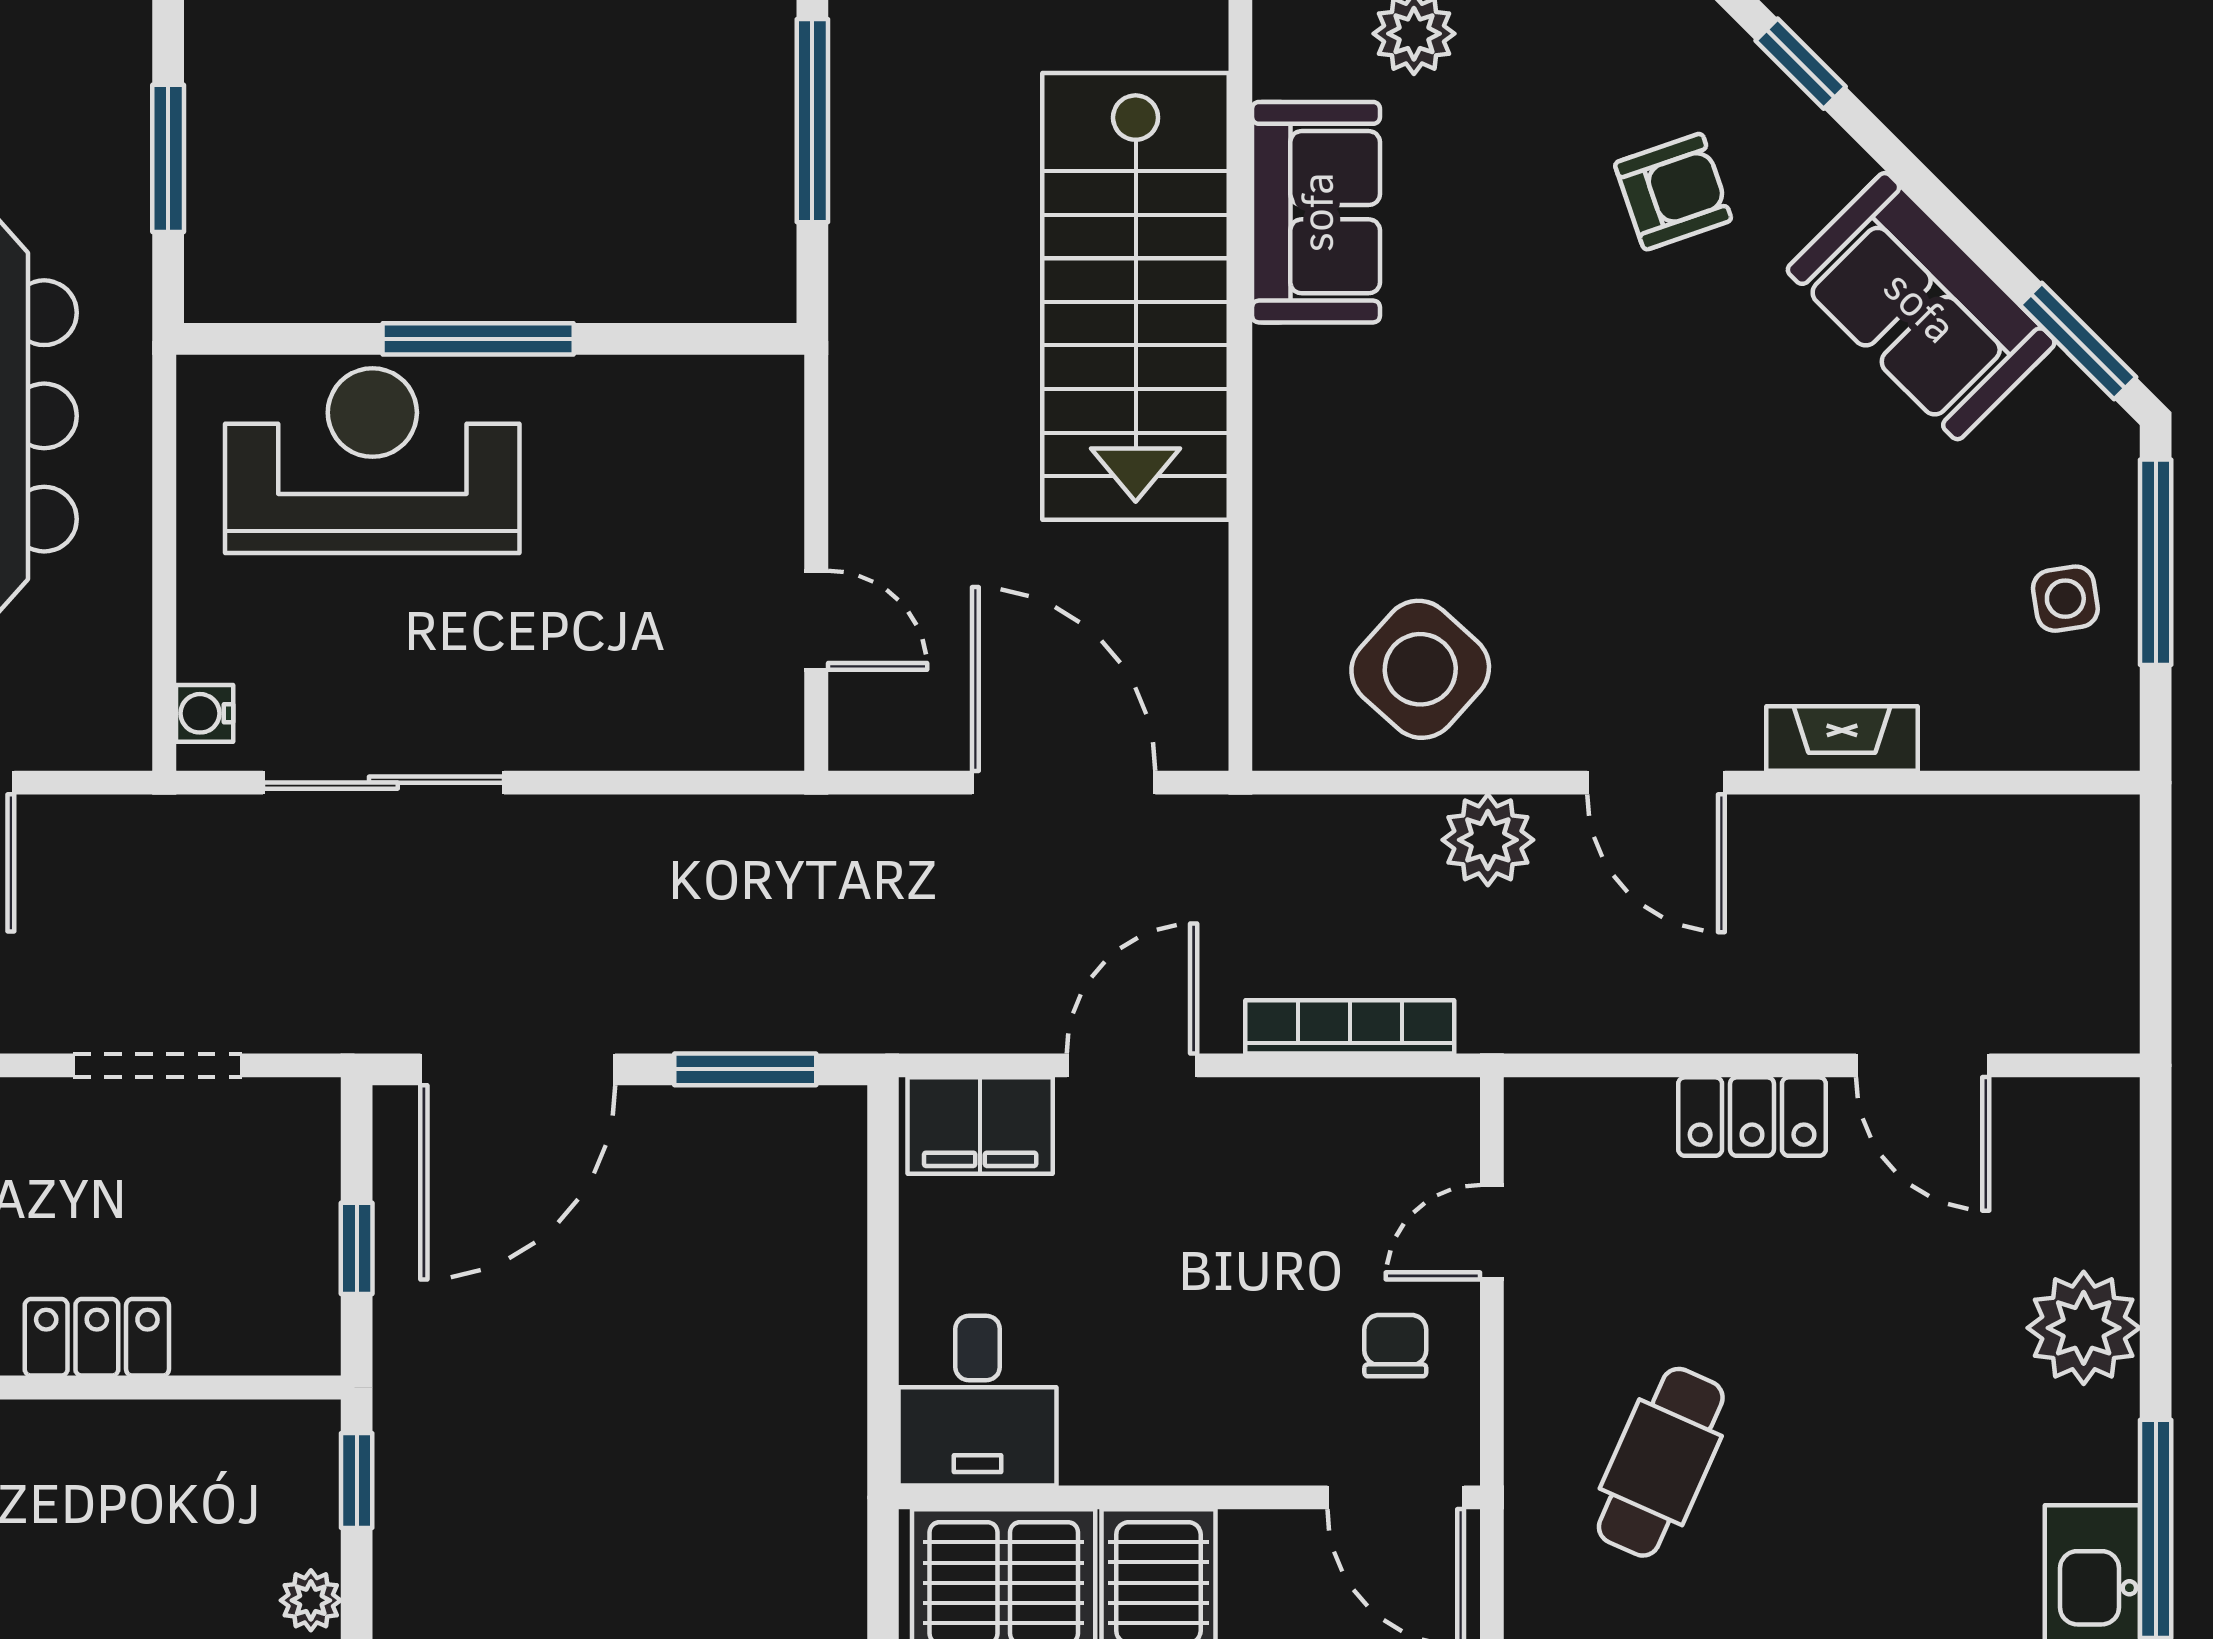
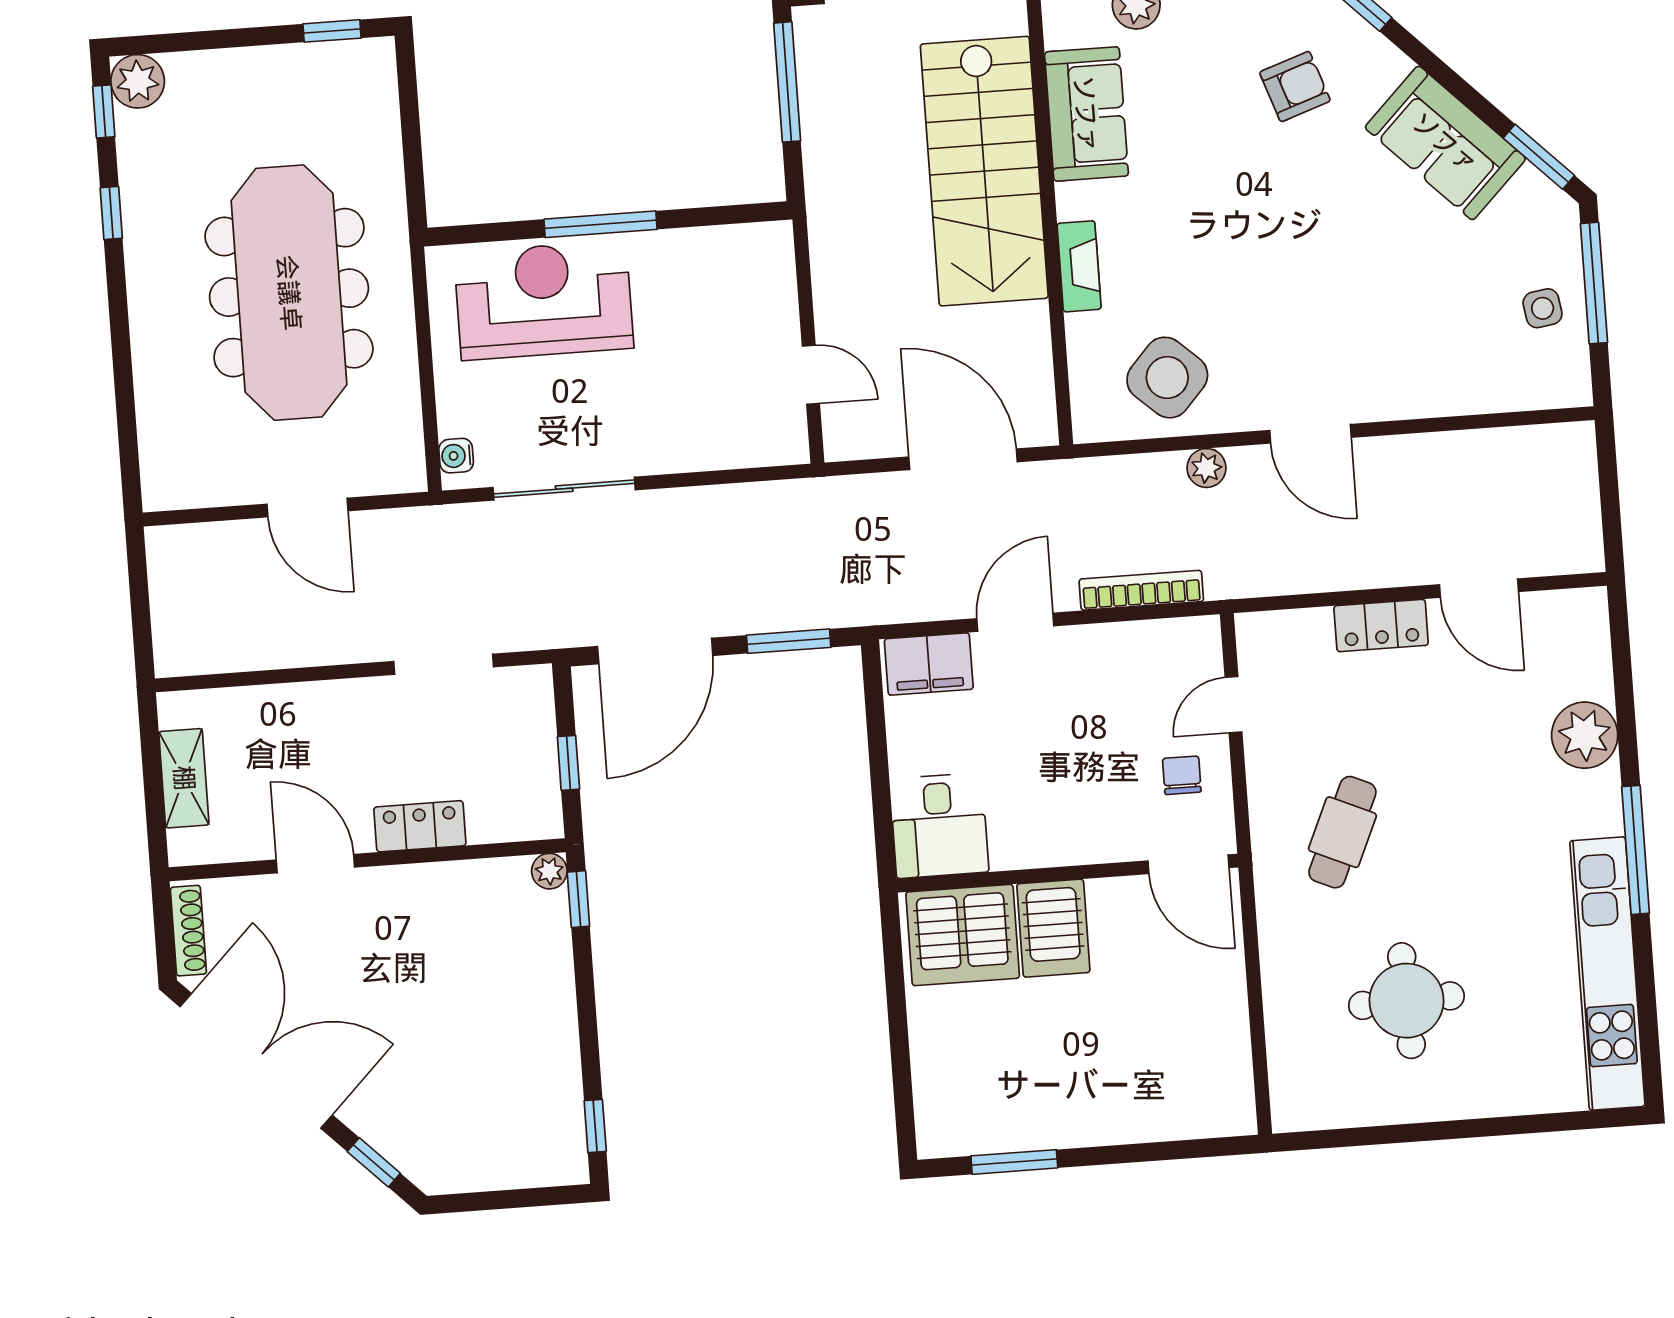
window: (168, 158) -> (411, 132), removed
fireplace: (1842, 739) -> (1079, 266), moved, turned 90
plant: (1488, 840) -> (1206, 468), width x0.73, depth x0.73
plant: (311, 1600) -> (549, 871), moved

